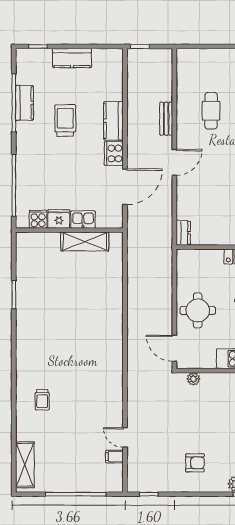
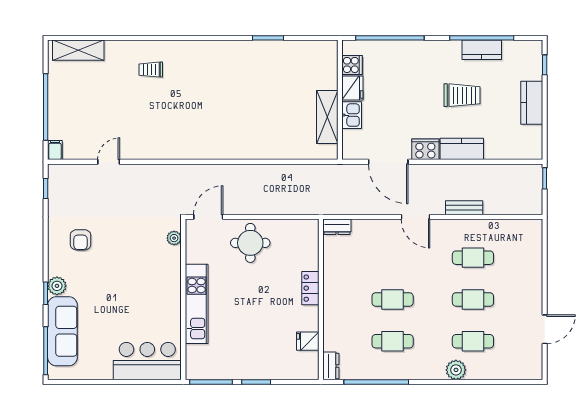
filing cabinet: (114, 457) -> (55, 150), moved

